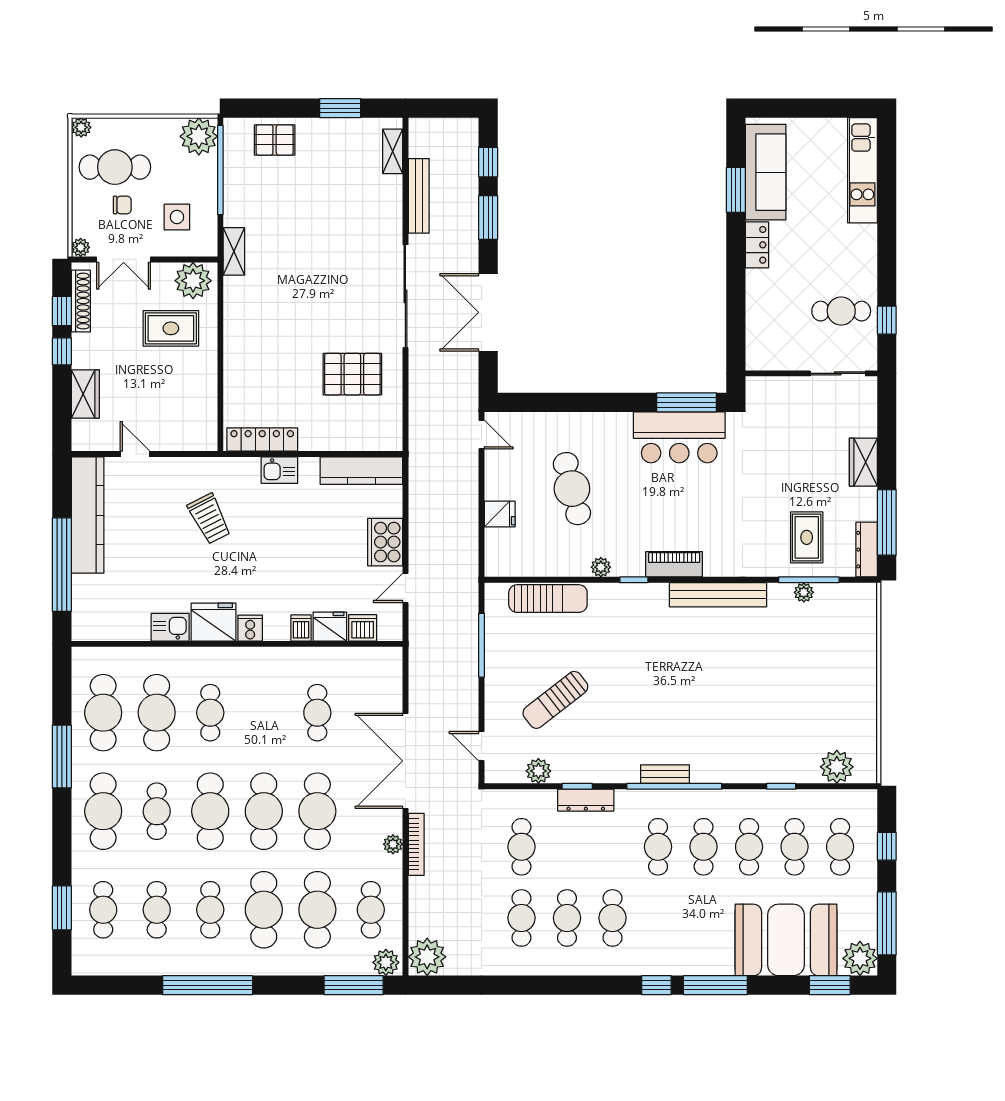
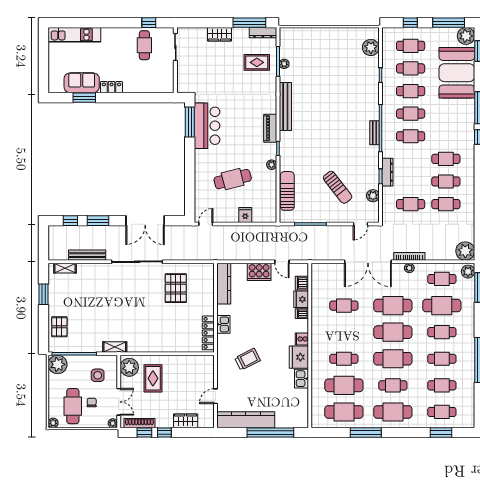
sofa: (766, 172) -> (82, 83), width x0.73
cafe table: (264, 910) -> (442, 332), width x0.73, depth x0.74

